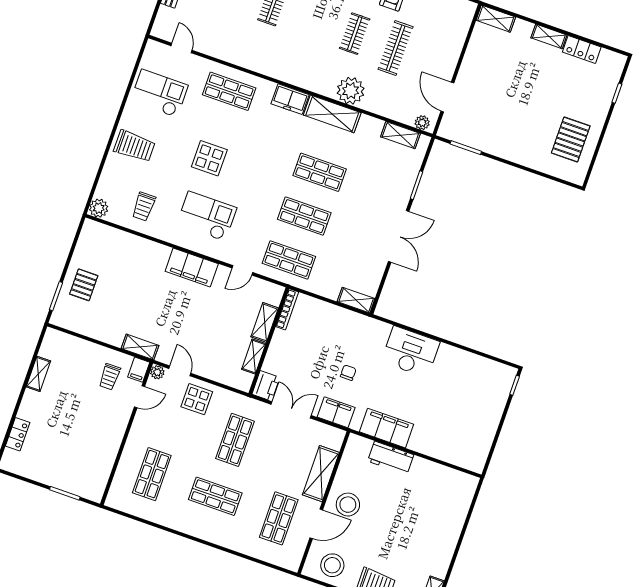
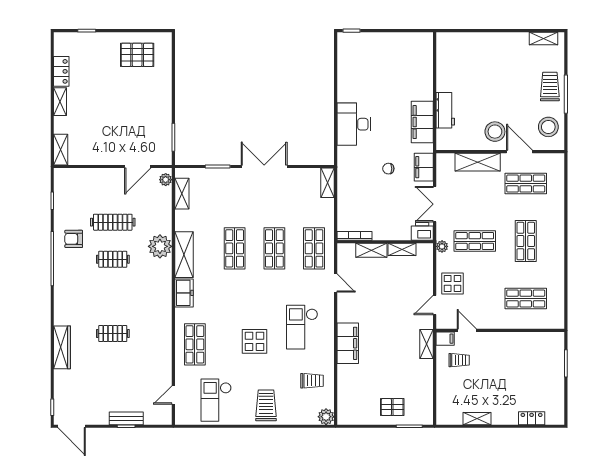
filing cabinet: (192, 268) -> (348, 343), moved
plant: (157, 372) -> (442, 246), moved

